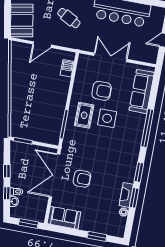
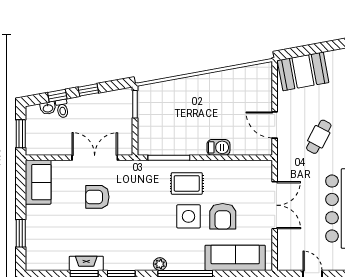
door: (42, 45) -> (275, 125), moved
barbecue: (67, 68) -> (218, 147), moved
armchair: (102, 91) -> (223, 216), moved
double door: (54, 175) -> (95, 158), width x0.73
armchair: (82, 179) -> (97, 197), turned 90
plant: (124, 212) -> (160, 264), moved

